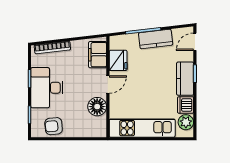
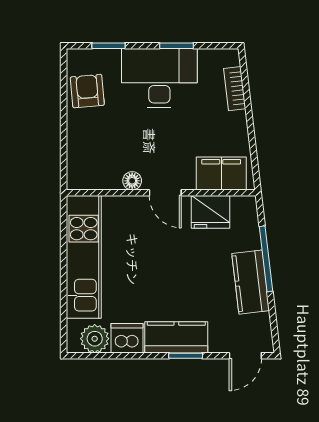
door: (195, 42) -> (245, 356), swing flipped
bookcase: (52, 48) -> (235, 89), width x0.64
floor lamp: (97, 107) -> (132, 181), width x0.53, depth x0.53

